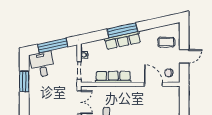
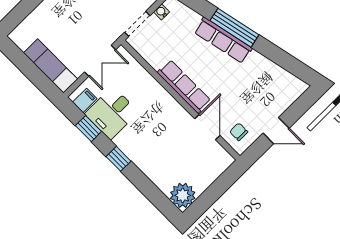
coffee table: (166, 42) -> (272, 93), removed
row of seats: (113, 77) -> (184, 86), moved

